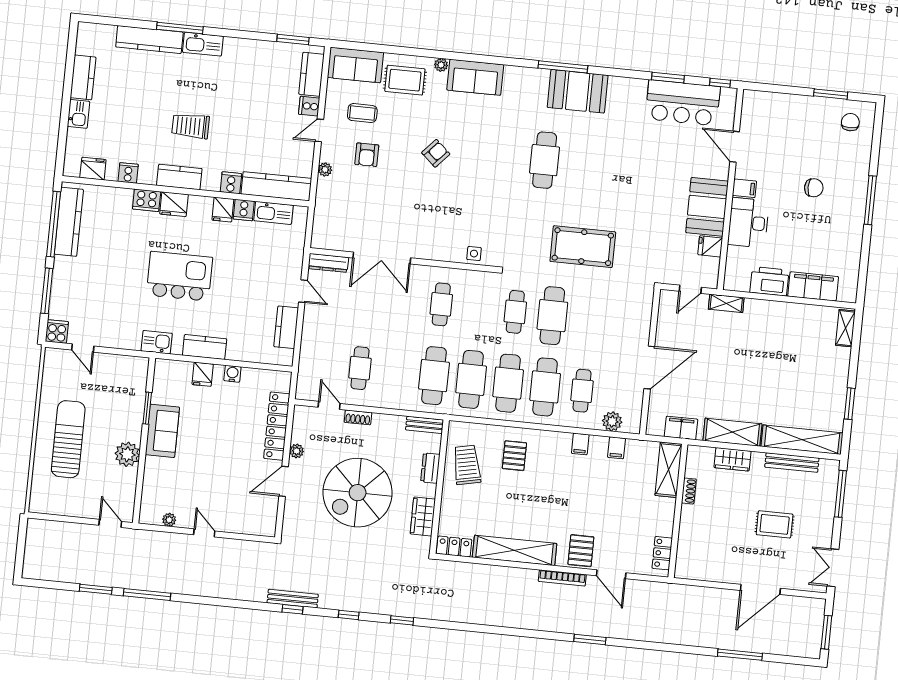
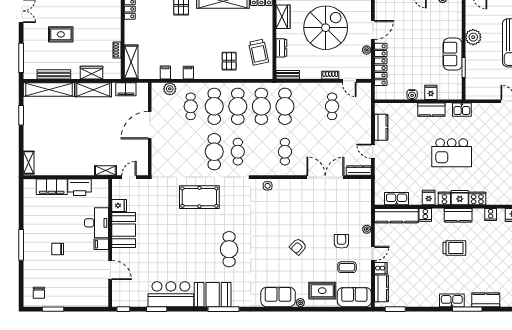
kitchen counter: (149, 40) -> (486, 300), width x0.67
bar counter: (683, 103) -> (171, 294), moved
cooker: (244, 210) -> (444, 199), moved

